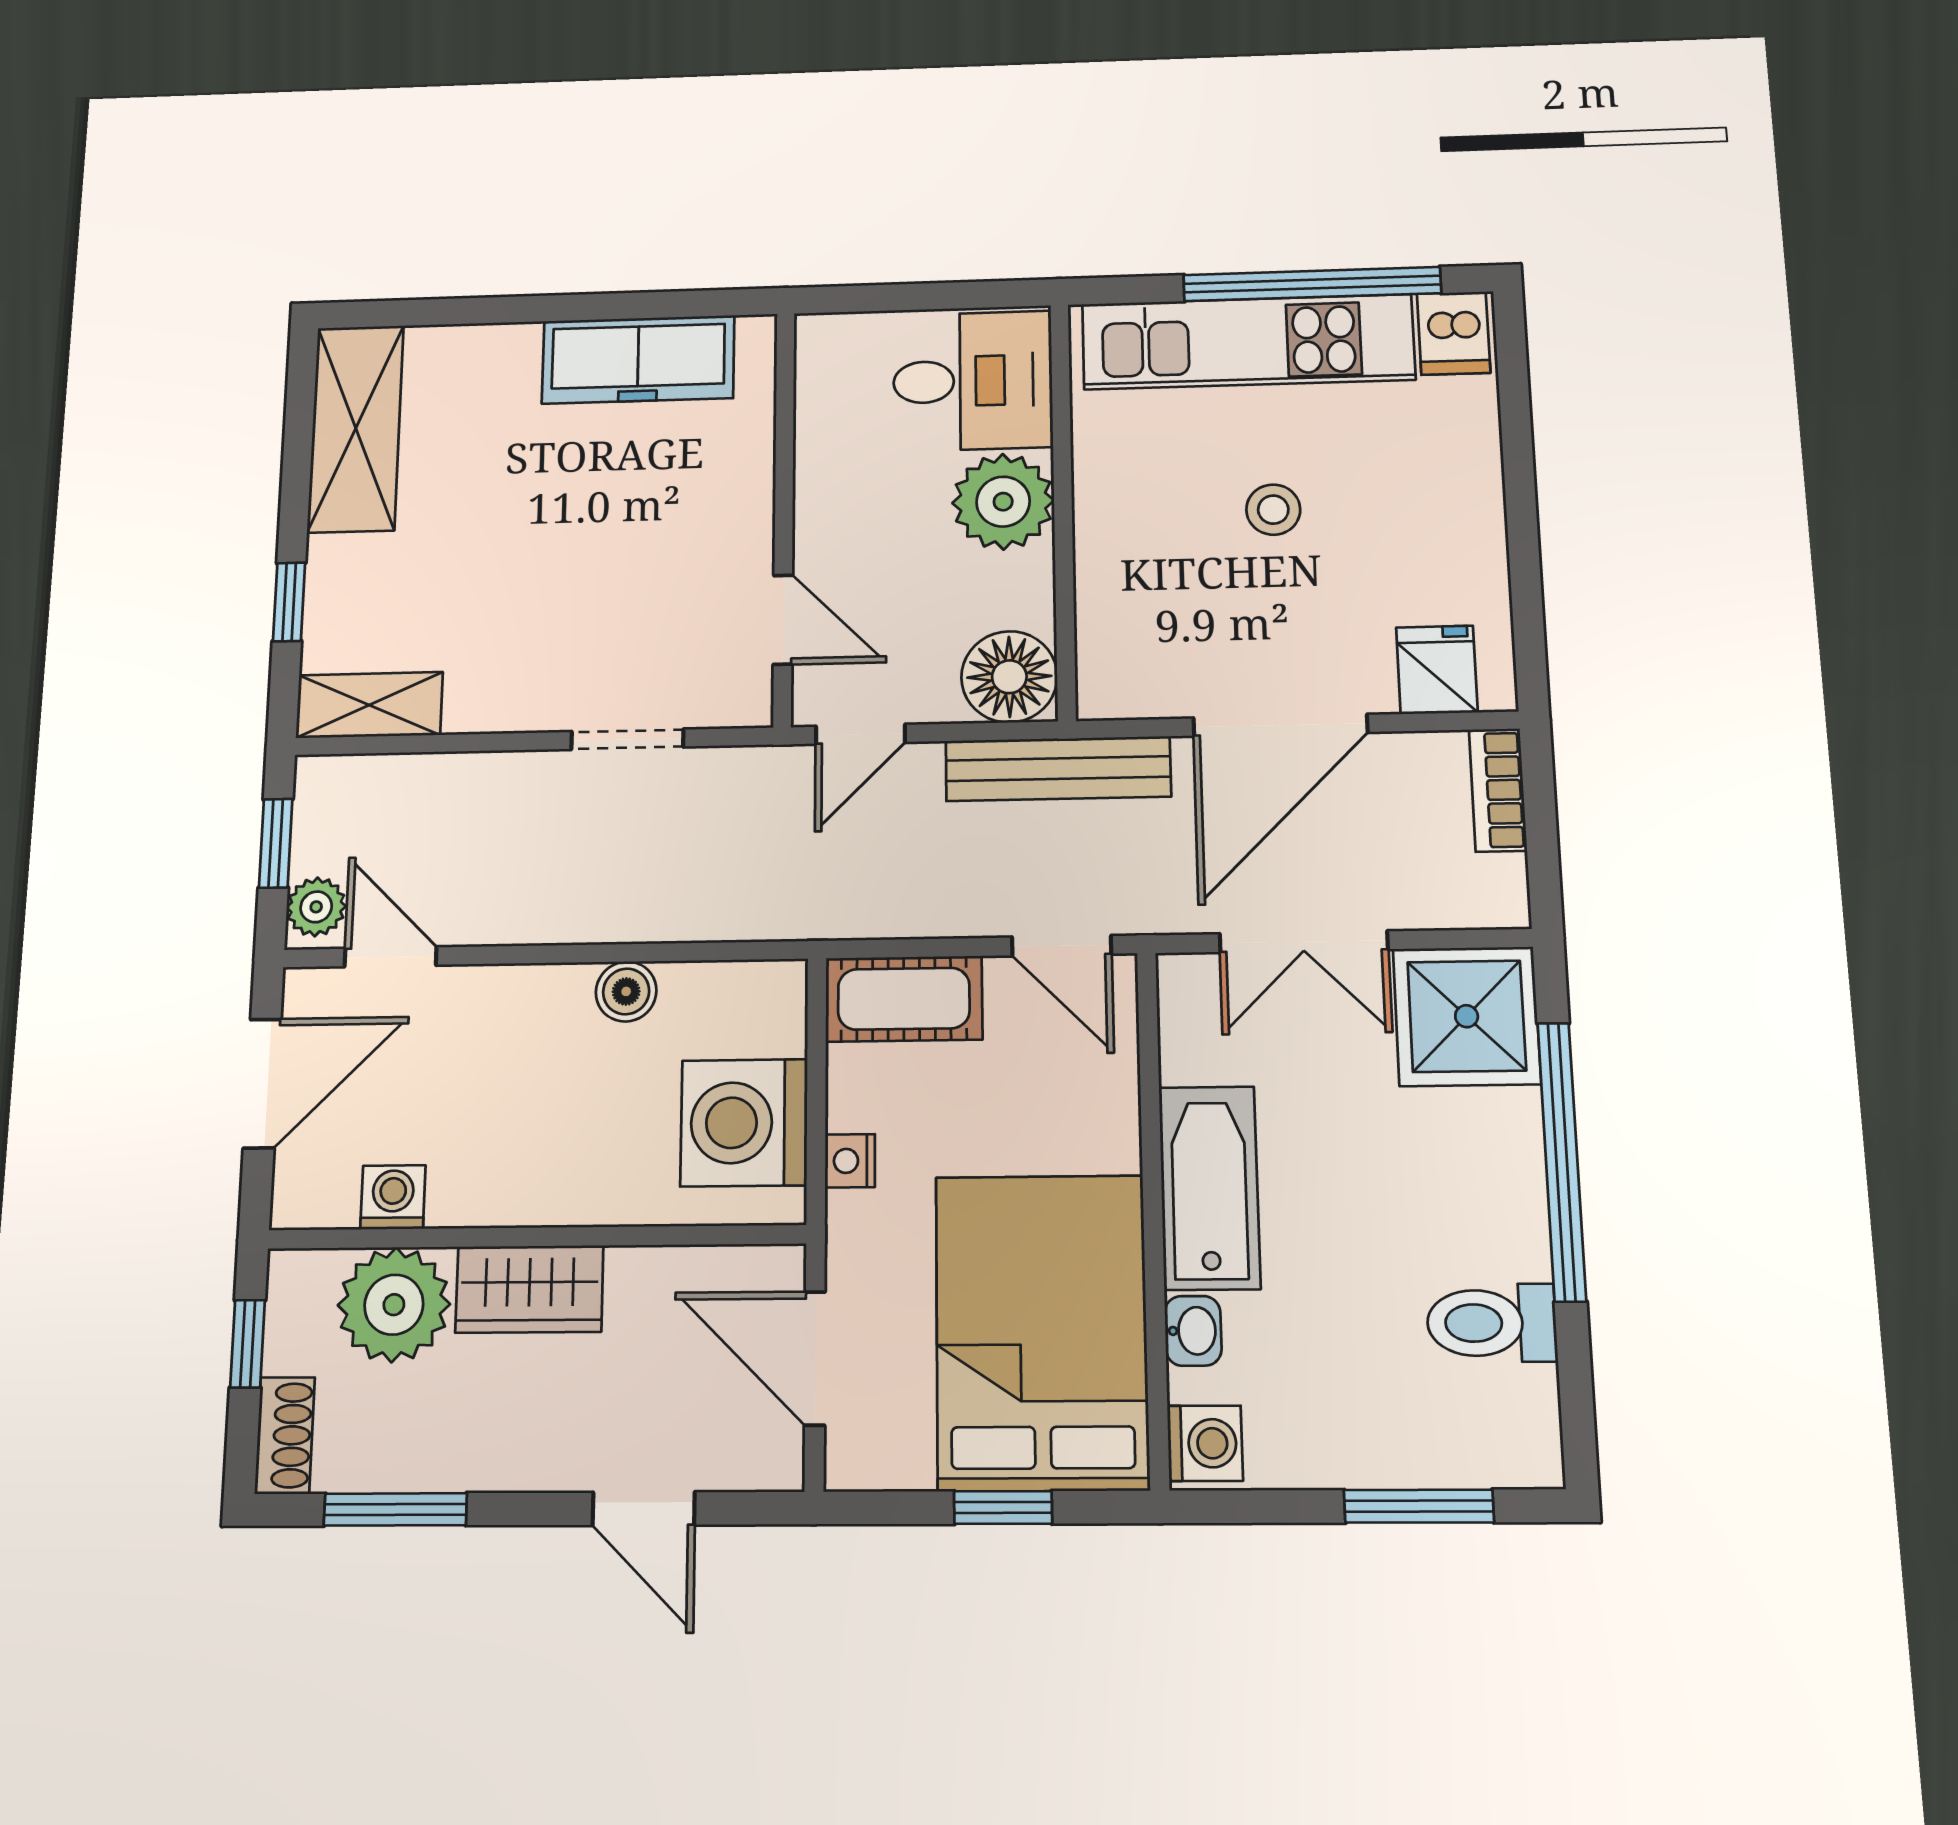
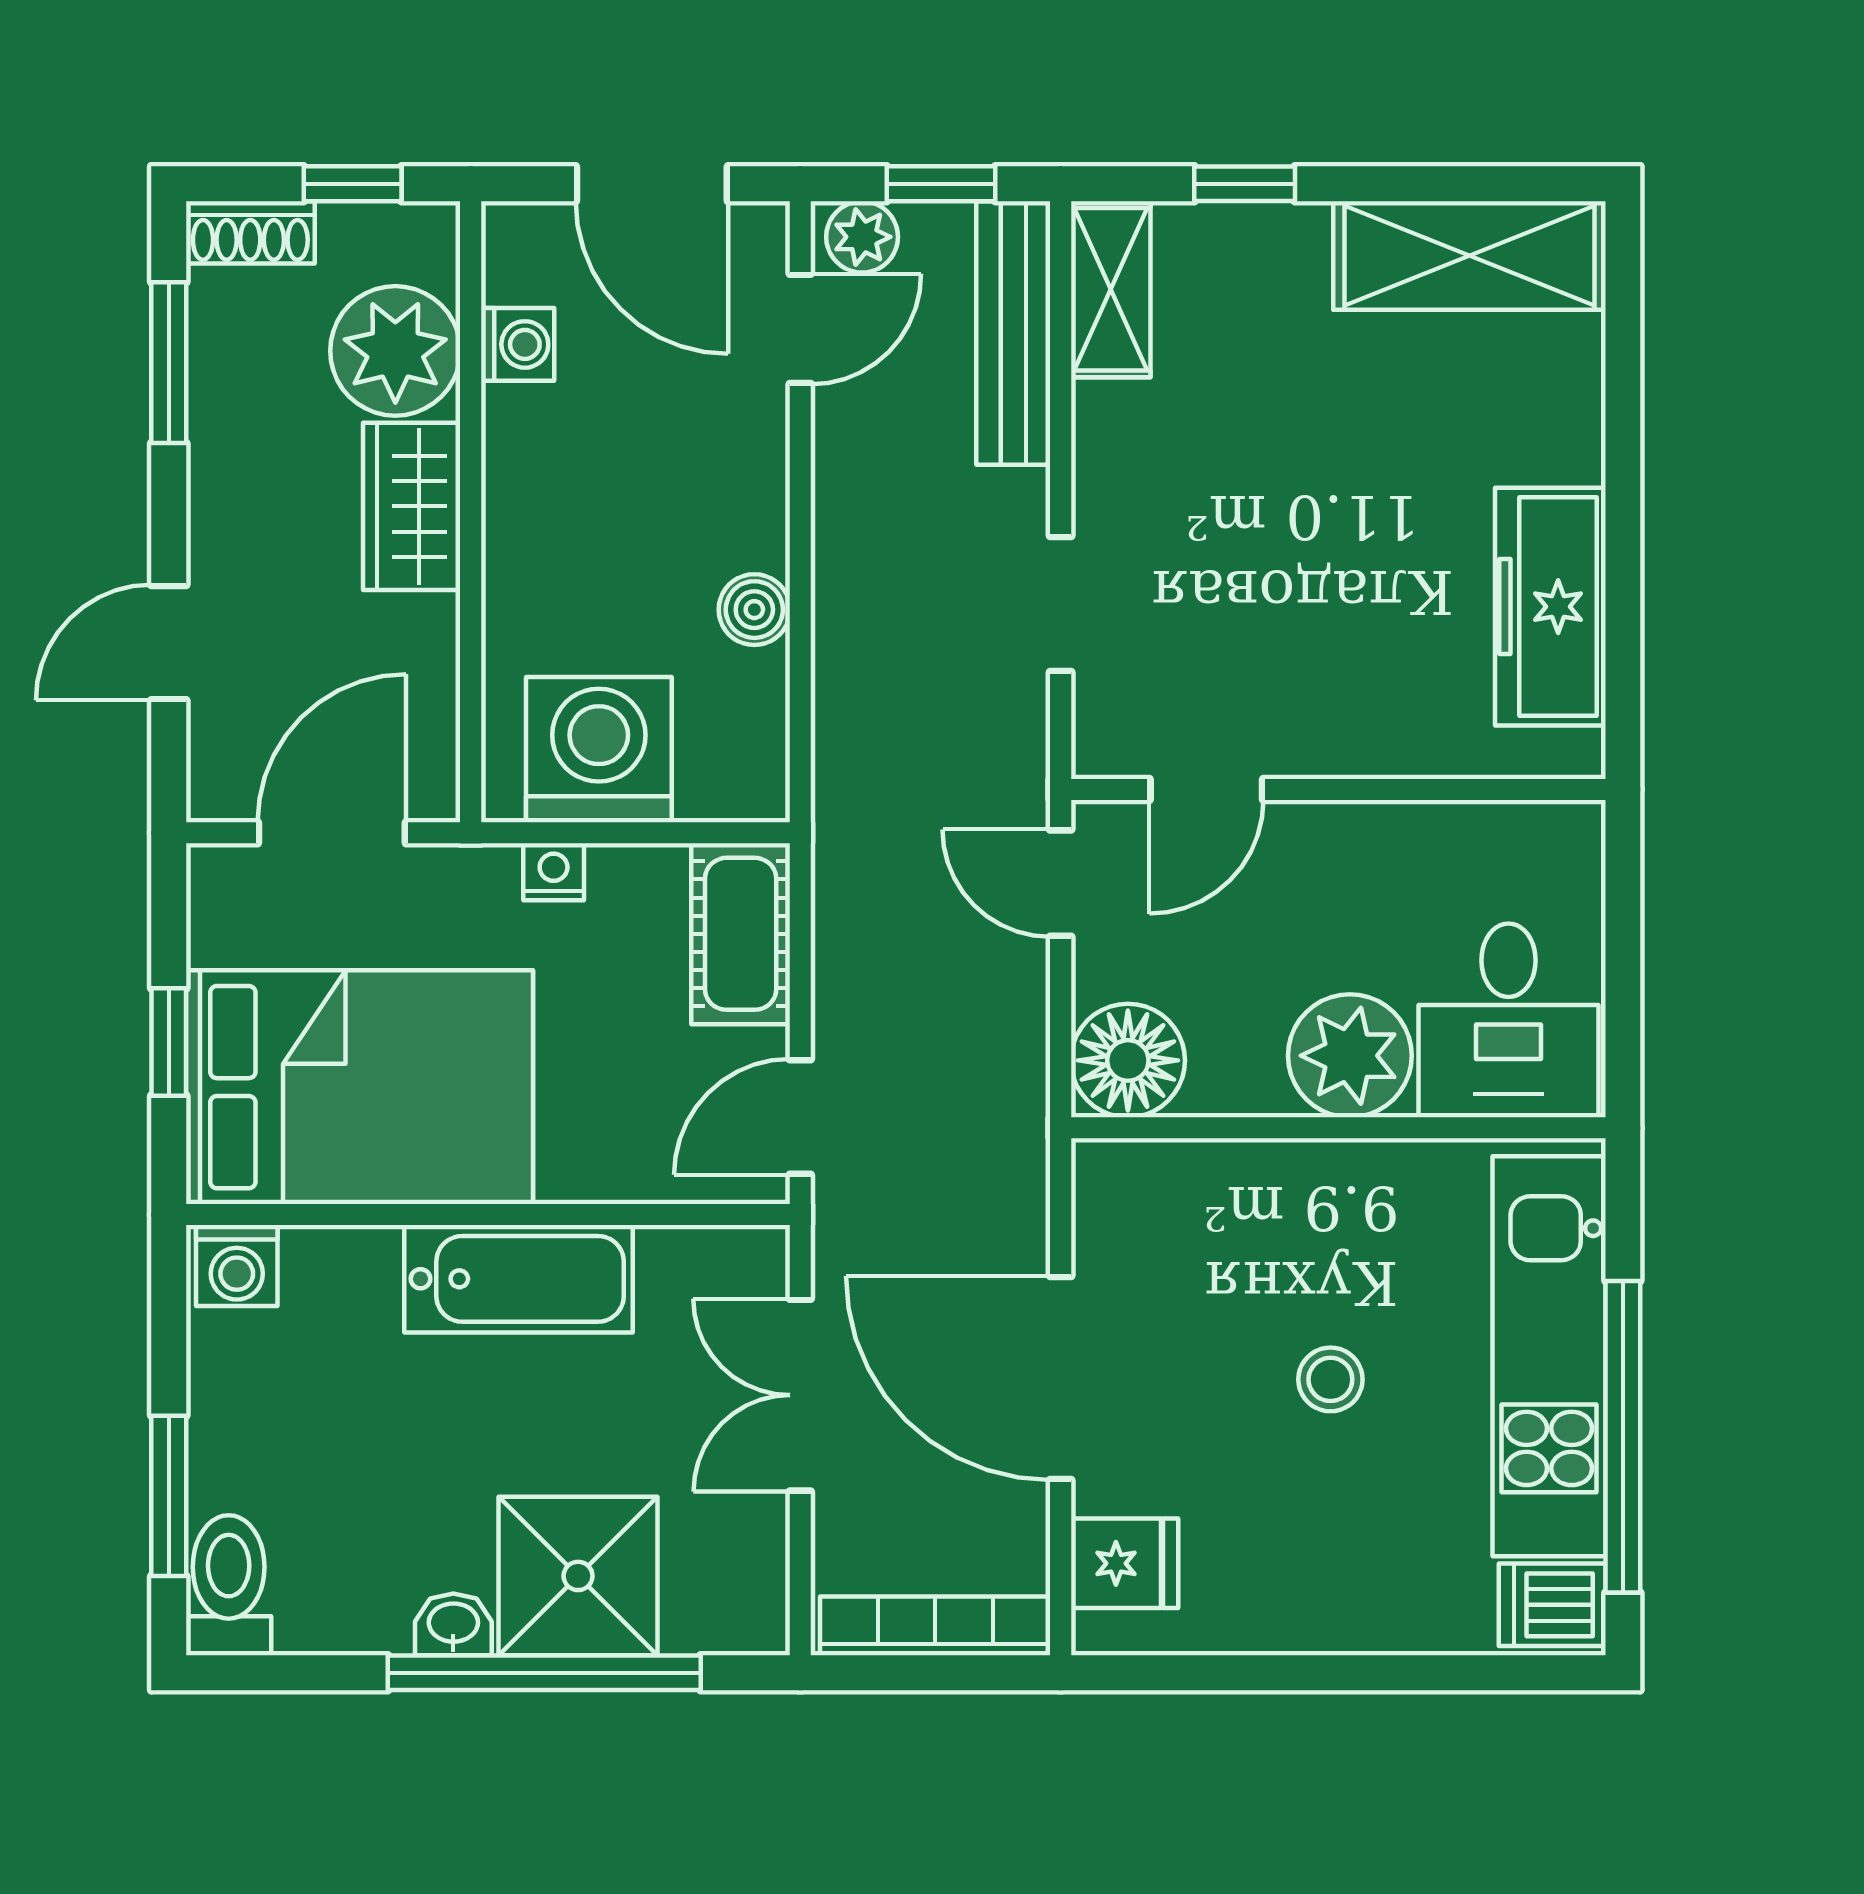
bench: (1058, 769) -> (1013, 333), moved
bookcase: (1498, 790) -> (935, 1626), width x1.56
shower: (1467, 1016) -> (578, 1576), moved
toilet: (1492, 1323) -> (229, 1585), moved
washbasin: (1193, 1331) -> (453, 1624), moved, turned 180

